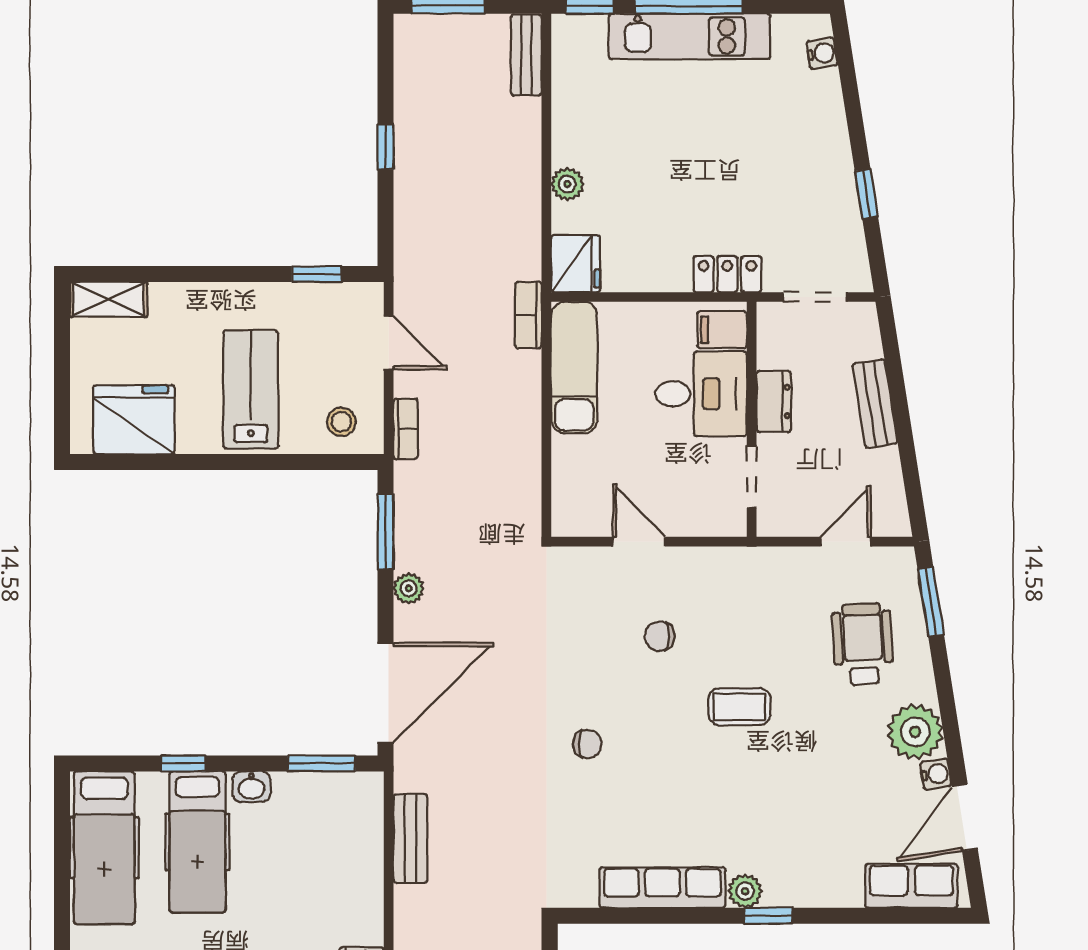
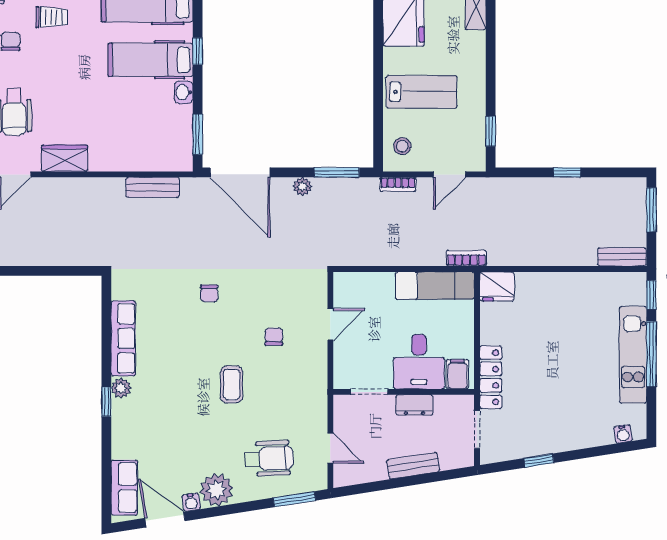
plant: (567, 184) -> (545, 281), removed
locker: (727, 274) -> (491, 377), width x1.53

